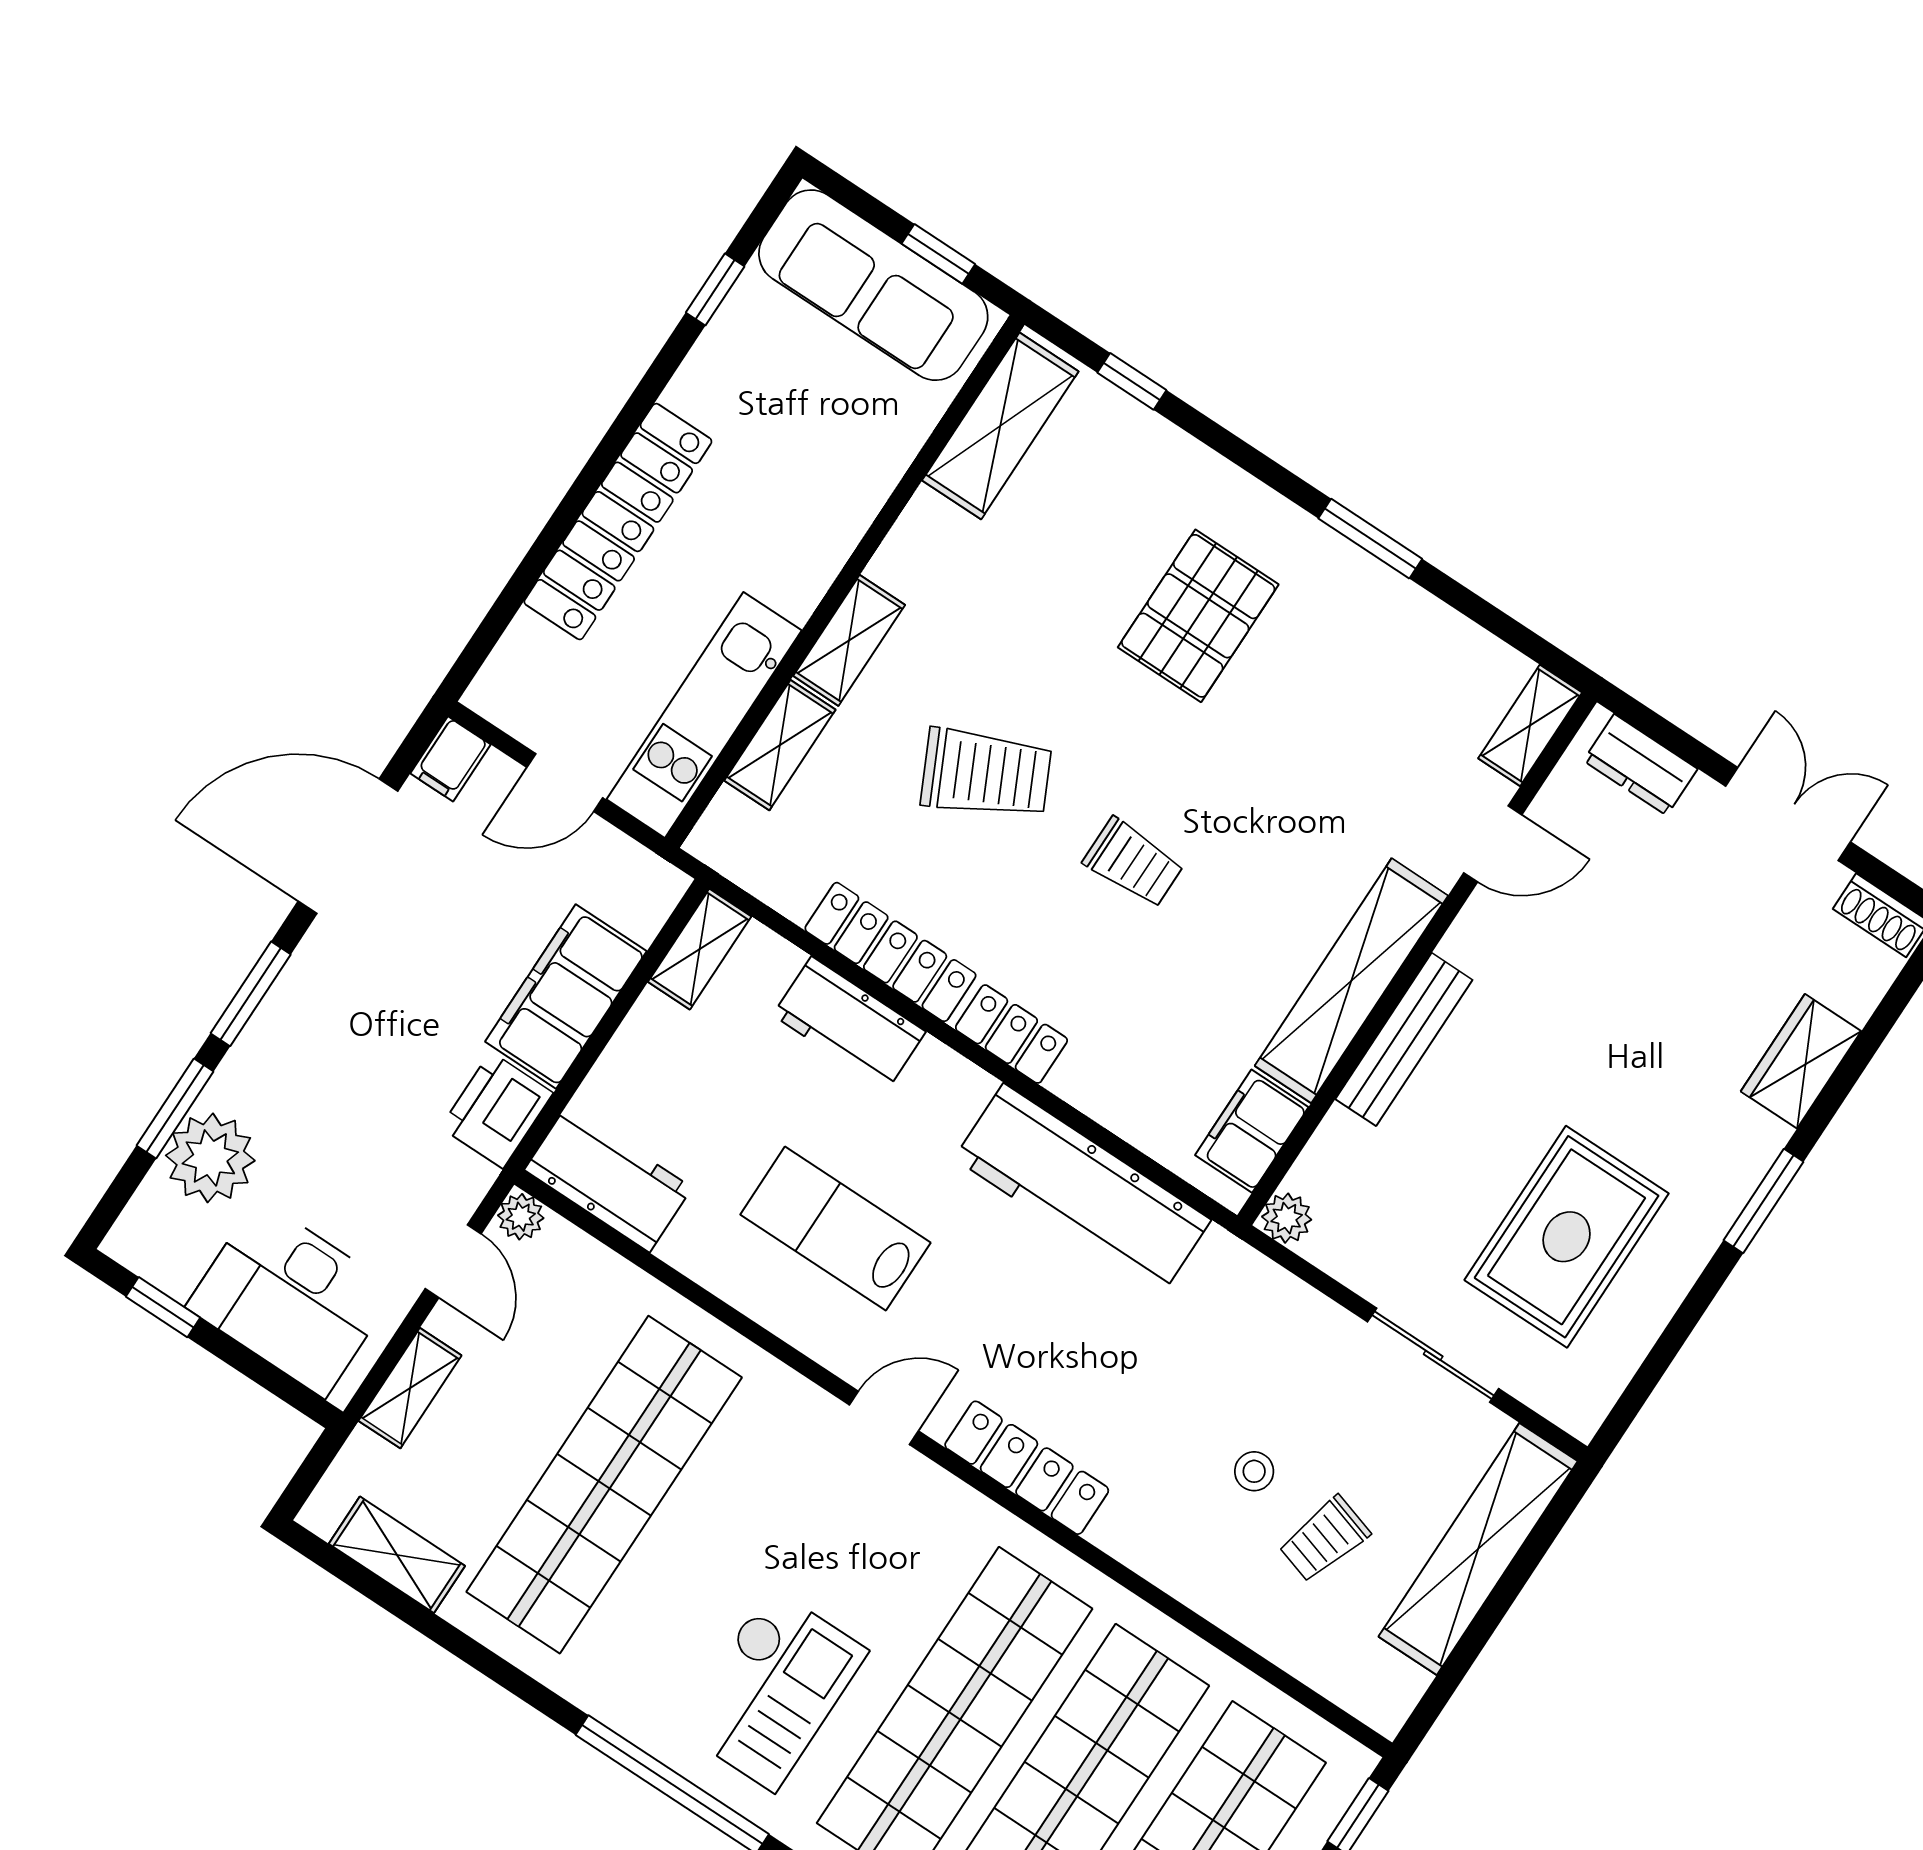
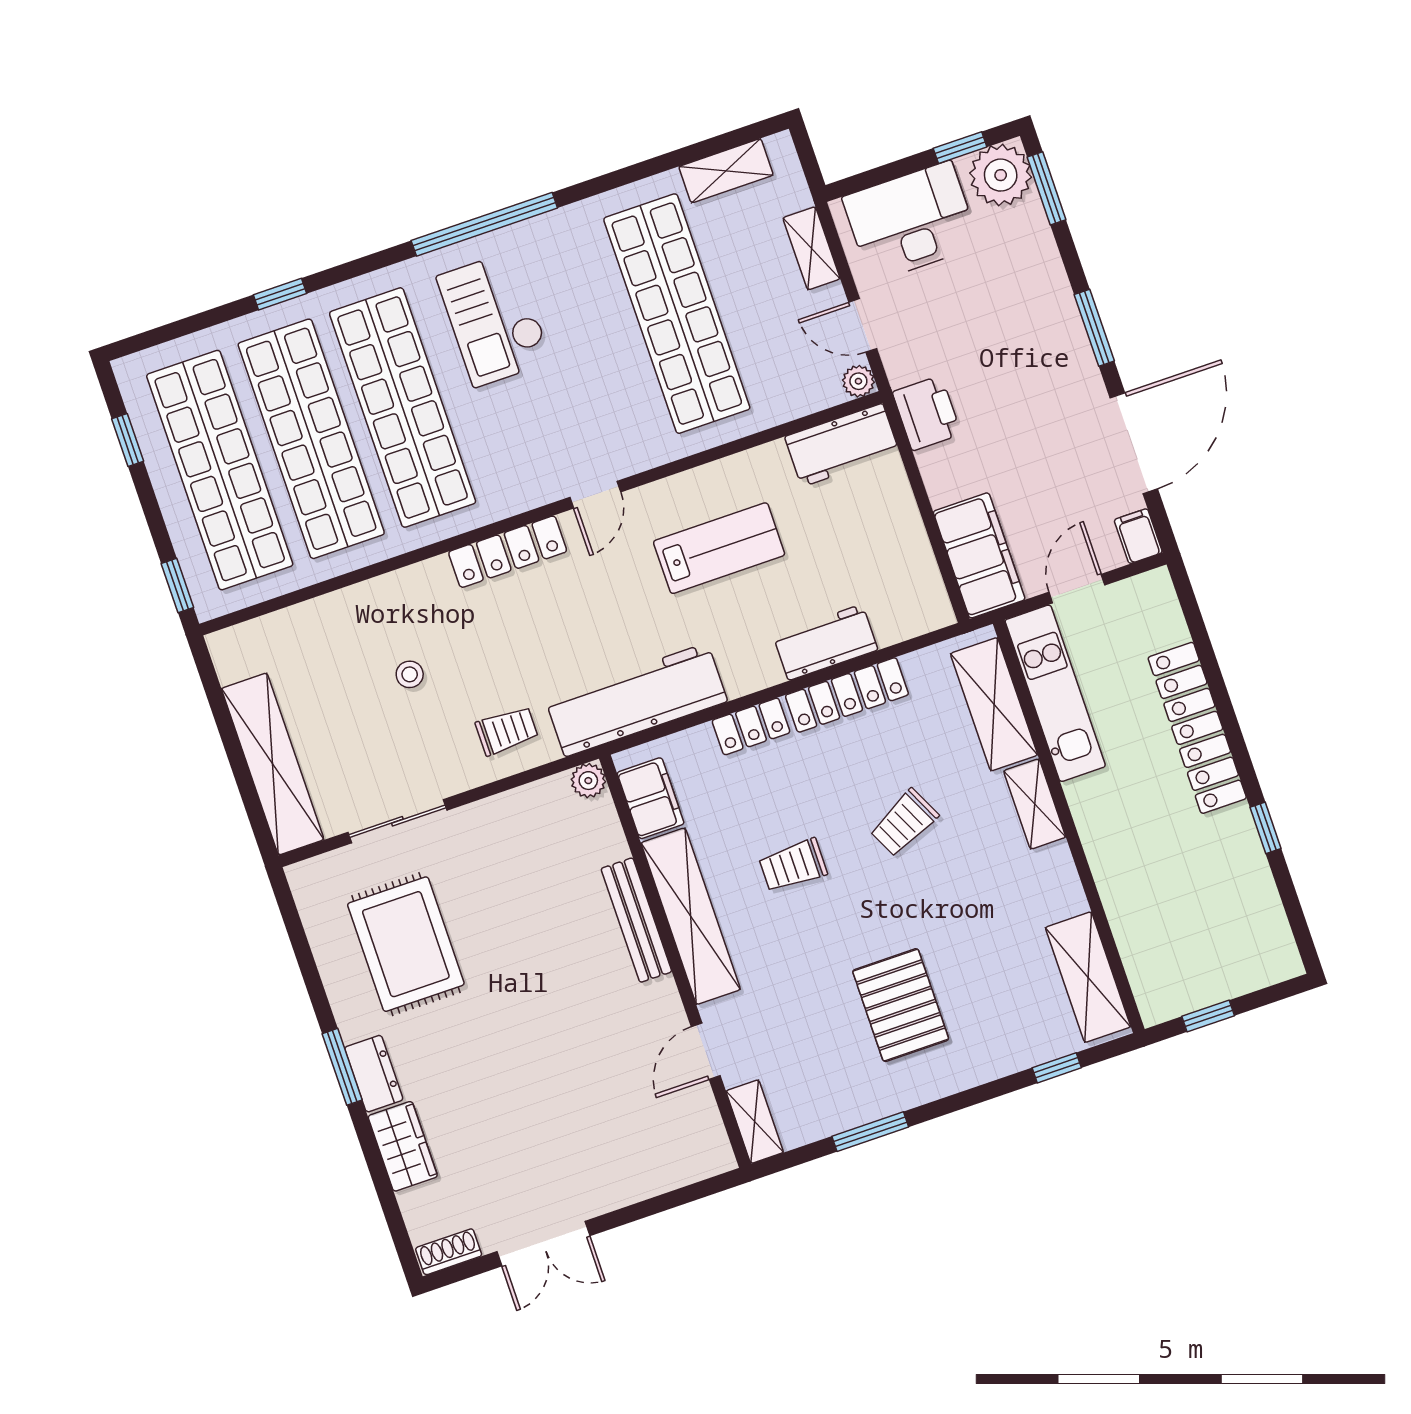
sofa: (873, 285) -> (1219, 967), removed
window: (715, 289) -> (1265, 828), moved
shelving: (1530, 725) -> (755, 1122), moved
shelving: (780, 745) -> (994, 704), width x1.50, depth x1.33
dresser: (1641, 765) -> (374, 1074), moved, turned 90
trolley: (986, 773) -> (904, 823), width x0.73, depth x0.72
door: (1493, 844) -> (706, 1051), moved
shelving: (700, 949) -> (929, 592), removed
wall: (1417, 959) -> (675, 961), moved
shelving: (1351, 981) -> (691, 916), moved
filing cabinet: (566, 996) -> (979, 555), moved
bench: (1404, 1039) -> (636, 920), moved
window: (175, 1108) -> (1047, 188), moved
filing cabinet: (1252, 1131) -> (651, 798), moved
plant: (210, 1158) -> (1001, 175), moved
plant: (1287, 1218) -> (588, 781), moved
trolley: (1324, 1539) -> (507, 731), moved, turned 73

